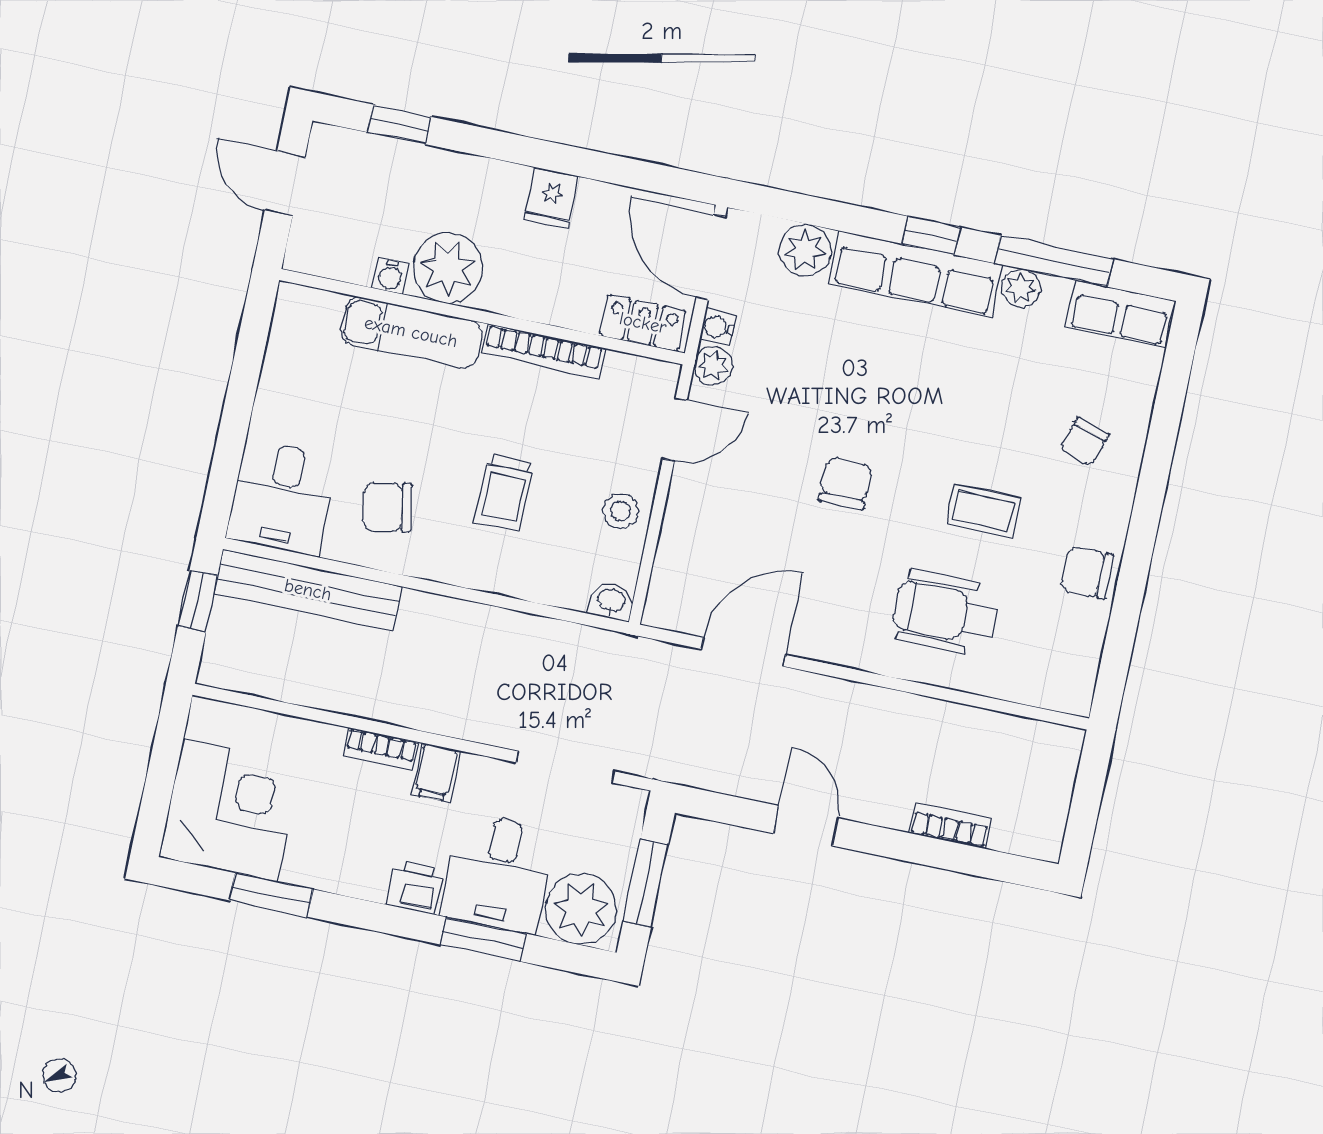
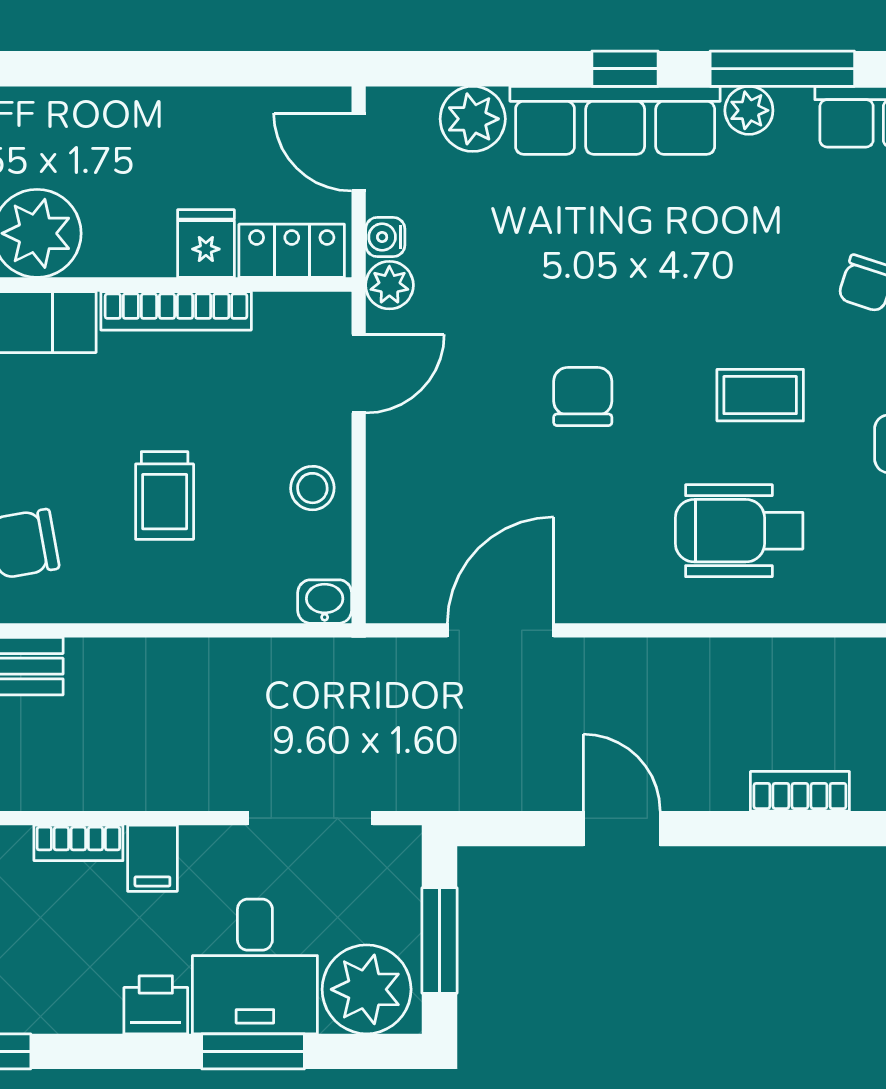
fridge: (551, 198) -> (206, 244), moved, turned 180
door: (711, 257) -> (359, 152), width x0.73

